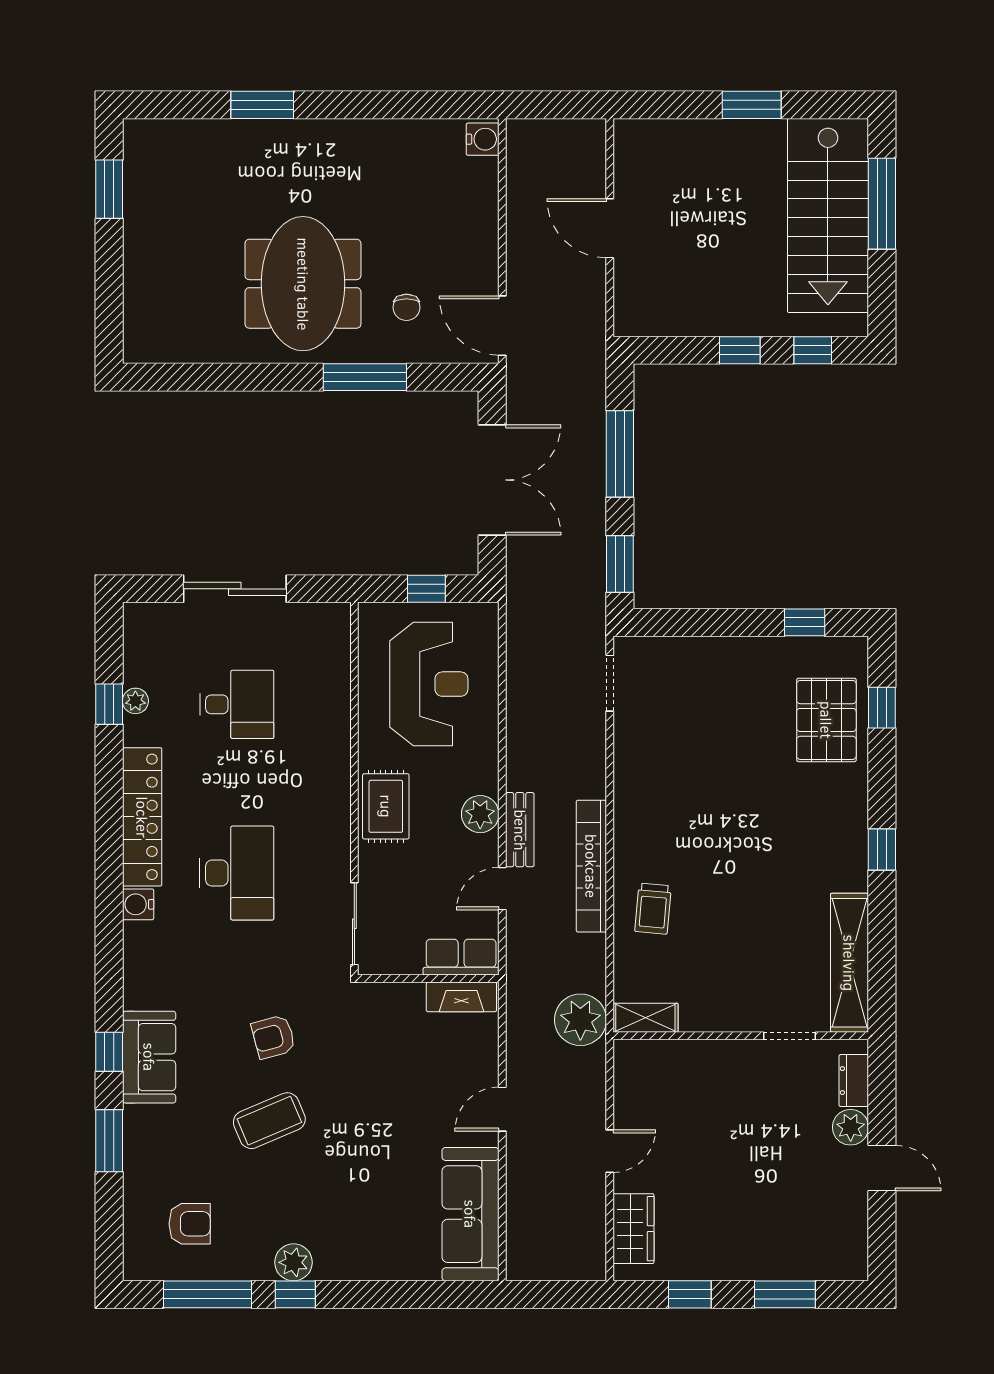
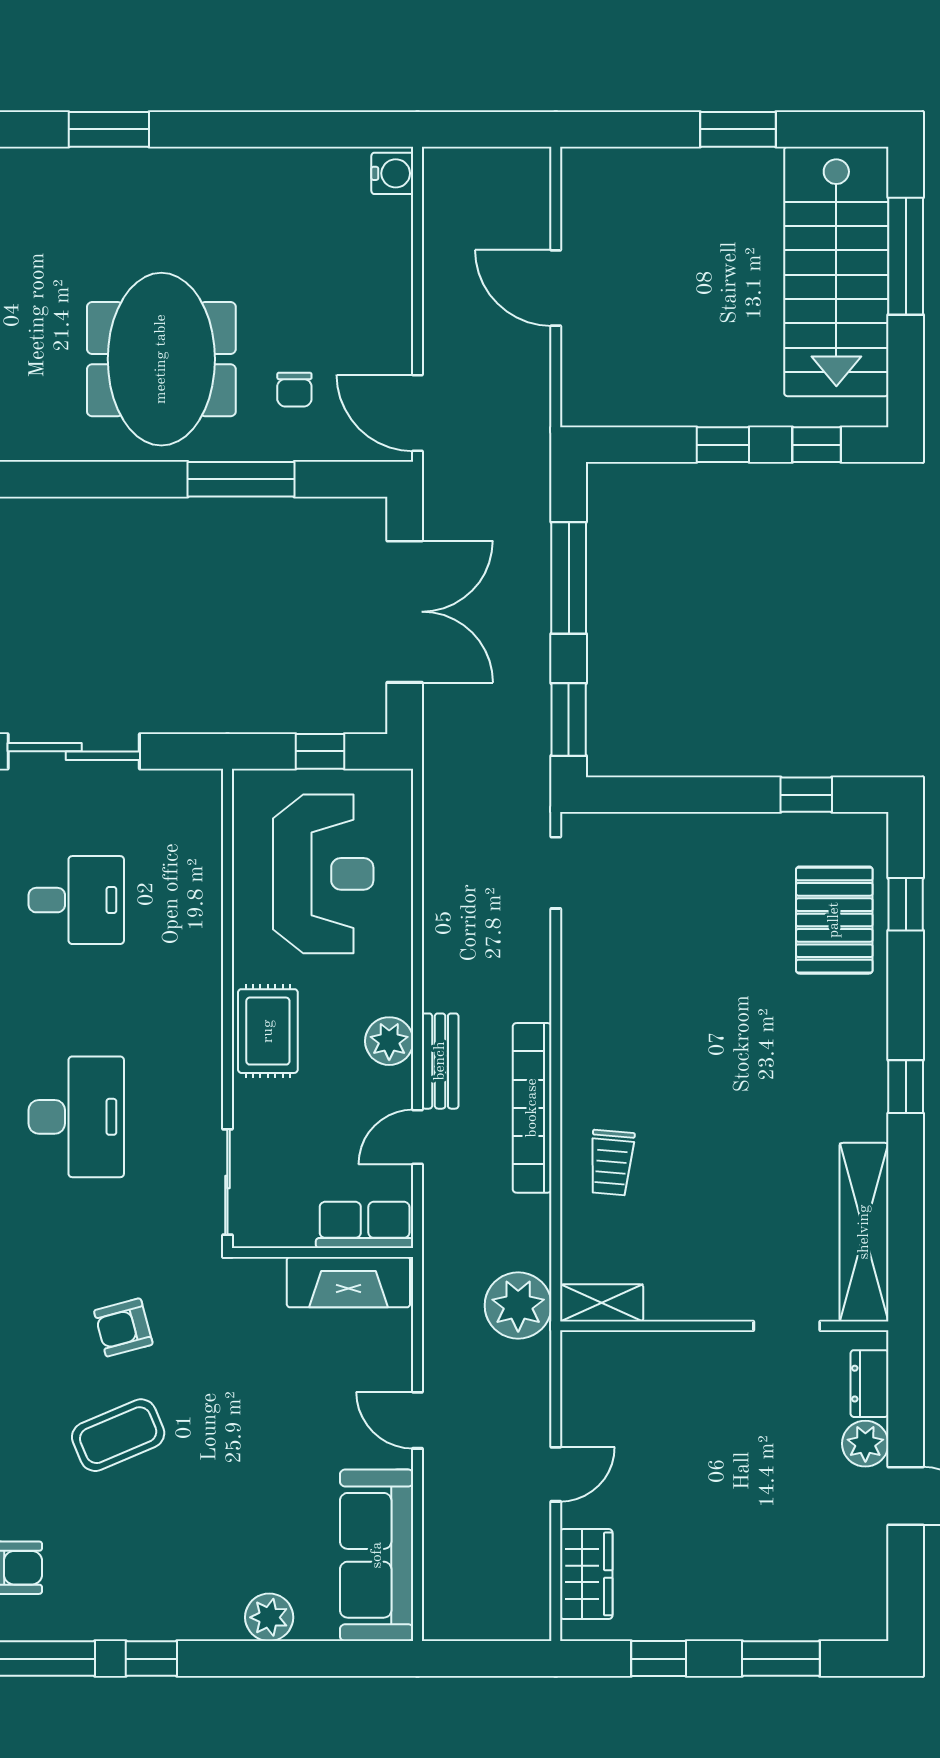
fireplace: (461, 997) -> (348, 1282), width x1.37, depth x1.32
door: (502, 1109) -> (418, 1420), hinge flipped
plant: (294, 1262) -> (269, 1617), moved

